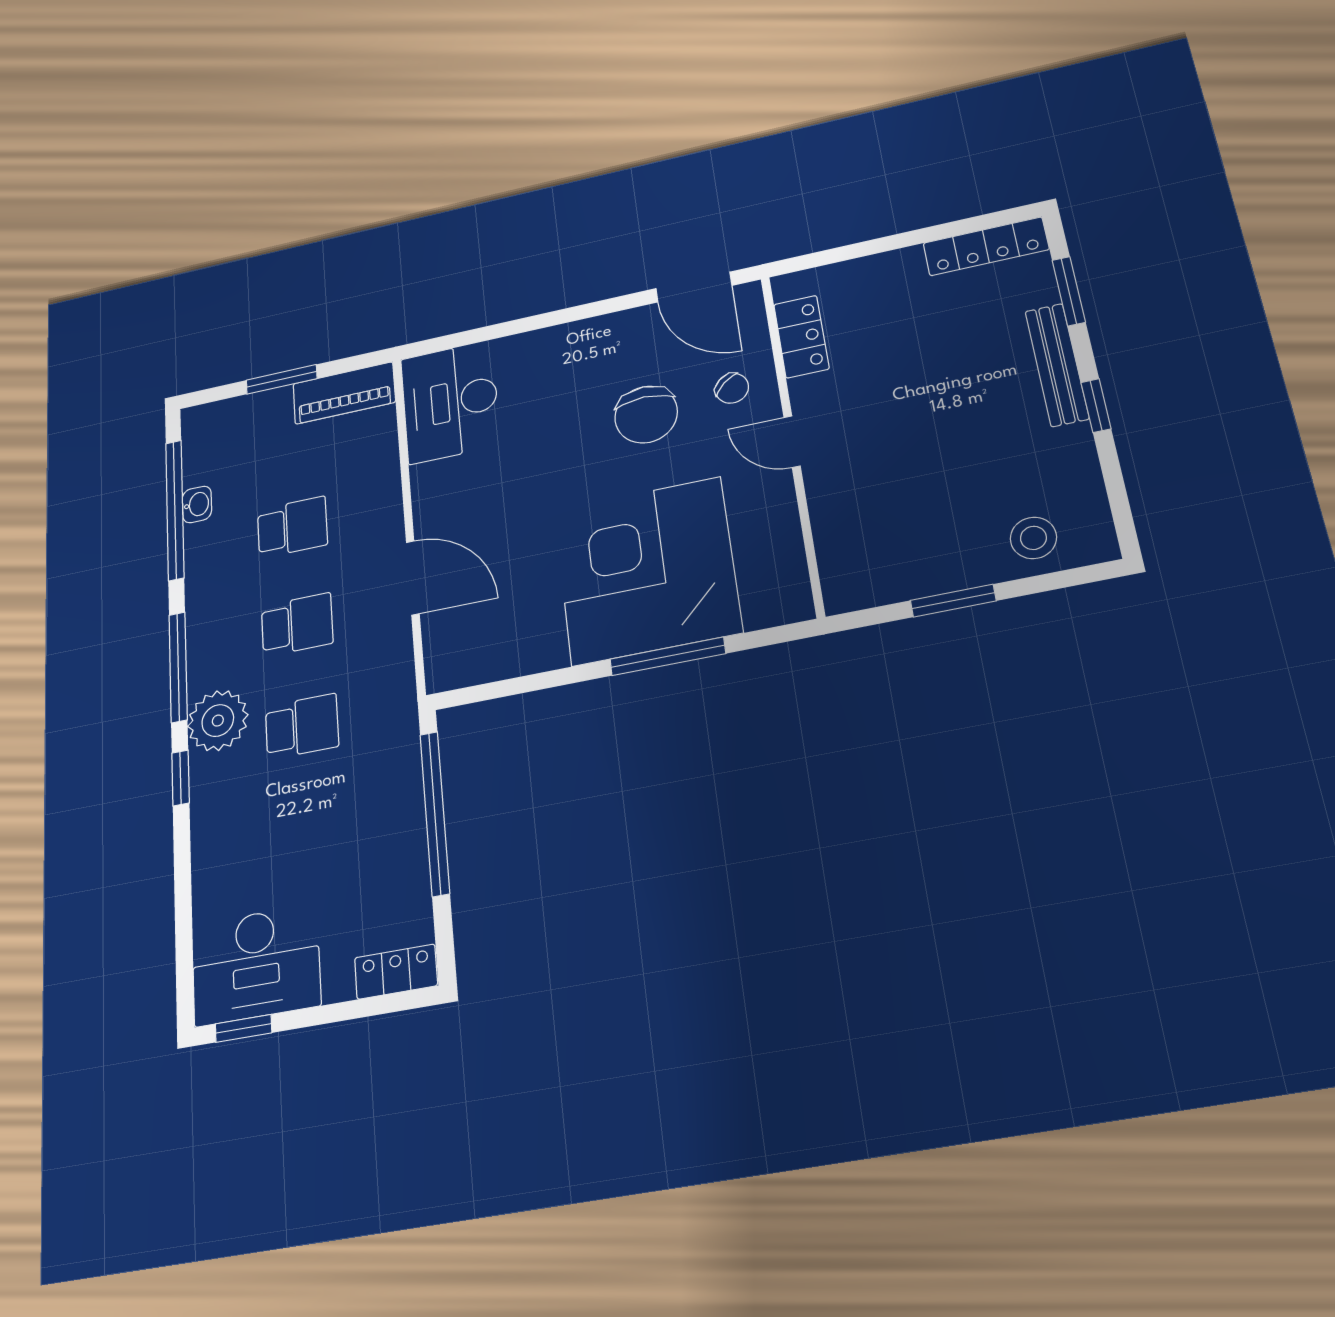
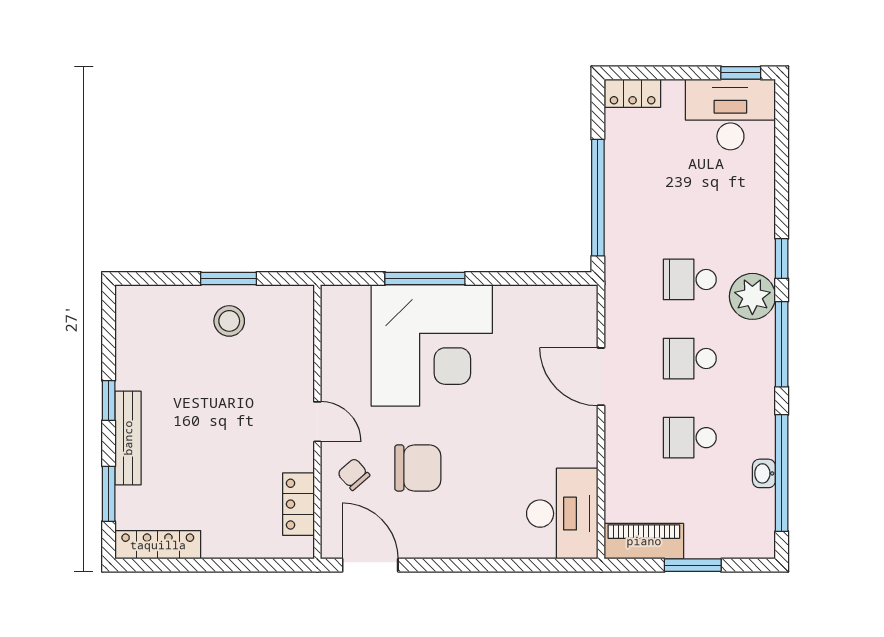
chair: (646, 414) -> (418, 468), turned 90
stool: (1033, 538) -> (229, 321), moved

